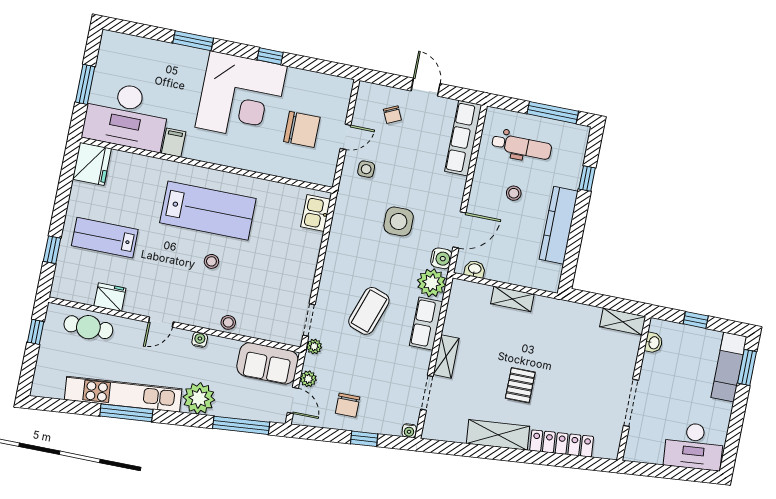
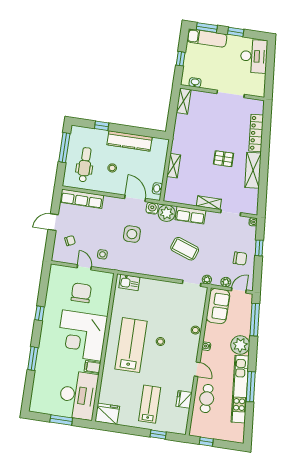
corner desk: (241, 97) -> (82, 335), moved, turned 180
lab bench: (105, 238) -> (150, 404), turned 180
cafe table: (88, 327) -> (207, 399), moved
window: (737, 417) -> (236, 32), added

